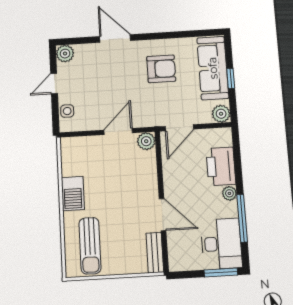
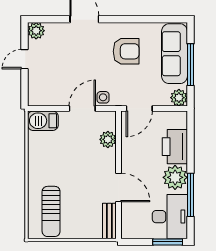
window: (231, 78) -> (190, 65), width x2.17
side table: (67, 111) -> (103, 97), moved
plant: (146, 141) -> (108, 139), moved
barbecue: (73, 193) -> (43, 121), moved, turned 90
plant: (229, 193) -> (175, 177), width x1.87, depth x1.87

